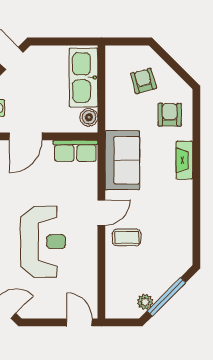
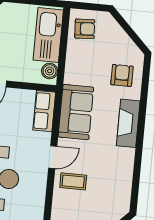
armchair: (143, 81) -> (85, 29), moved, turned 102
row of seats: (75, 151) -> (44, 111), moved, turned 90
fireplace: (184, 160) -> (128, 123), width x1.37, depth x1.32

